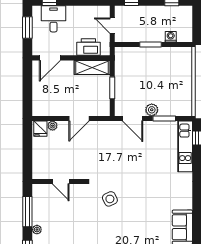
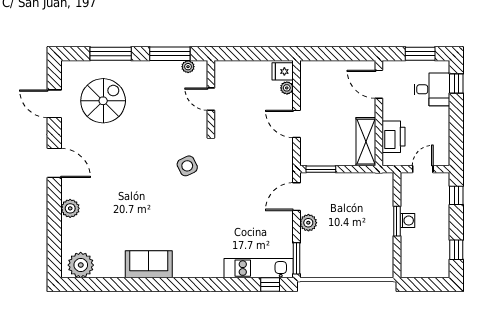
washing machine: (171, 37) -> (407, 221), moved
window: (112, 88) -> (321, 169), moved
window: (164, 119) -> (296, 258), moved
door: (61, 182) -> (211, 99), hinge flipped
plant: (37, 230) -> (188, 67), moved

